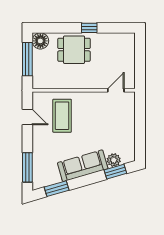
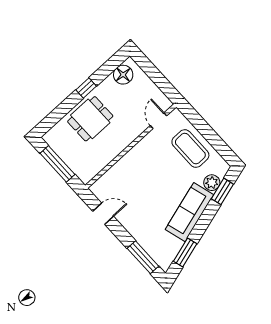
floor lamp: (40, 41) -> (123, 75), moved
coffee table: (62, 116) -> (190, 149), moved

